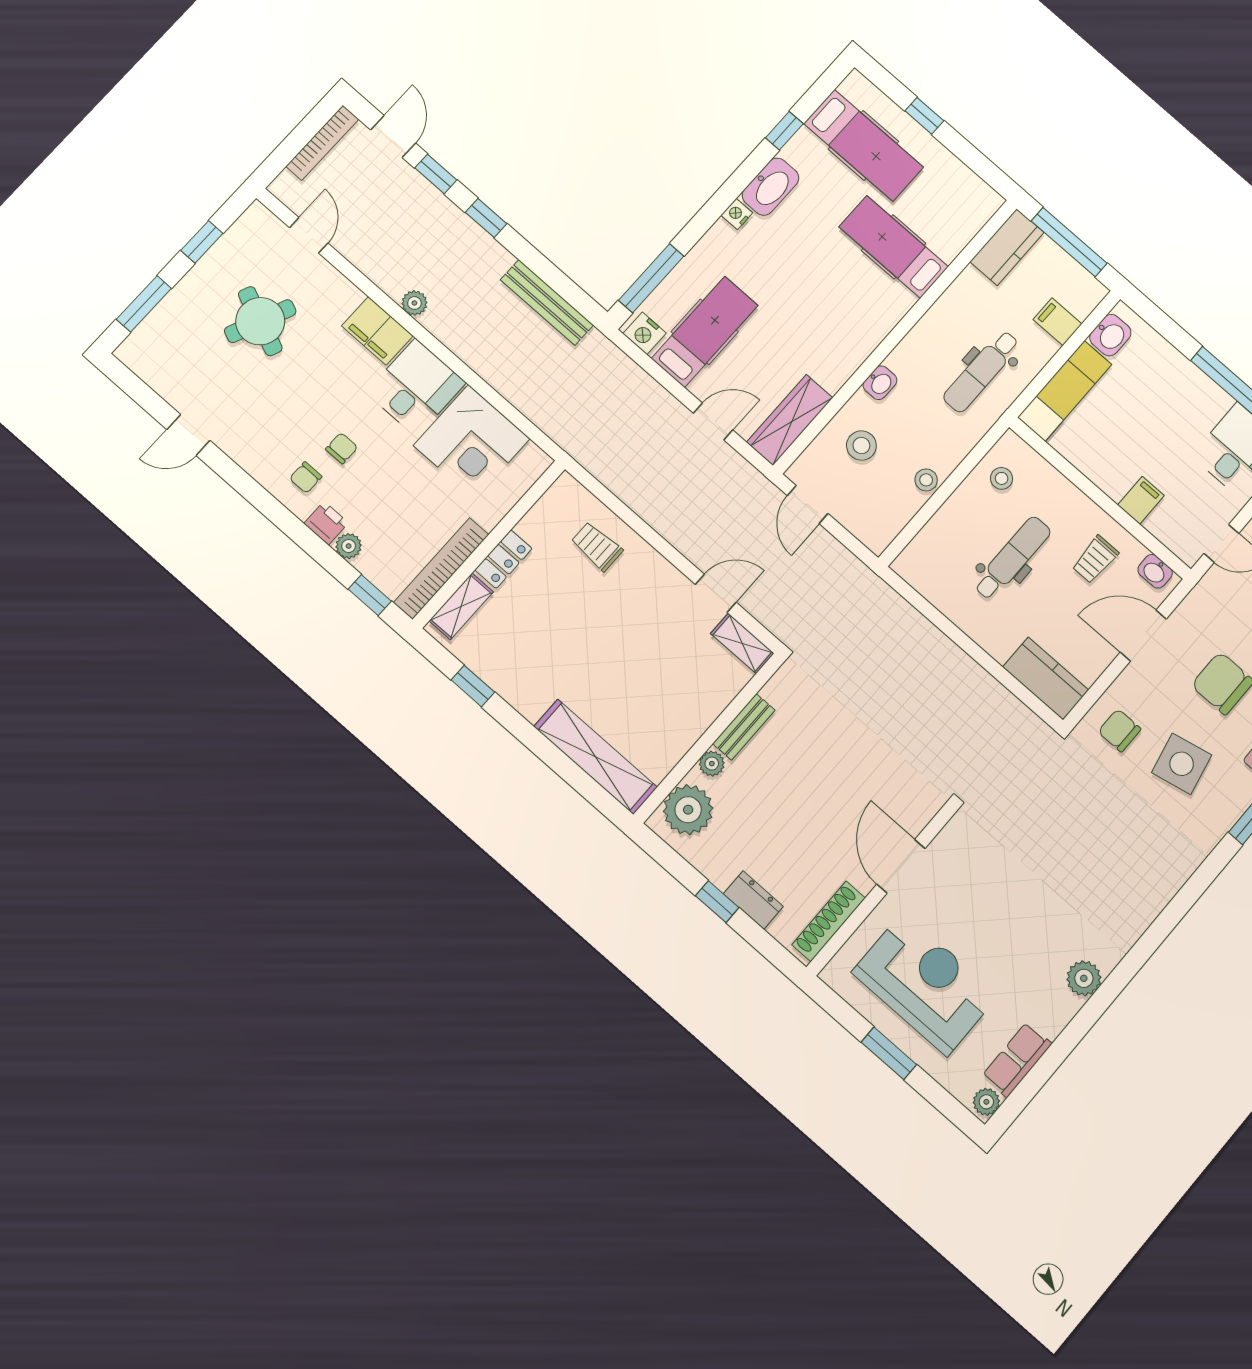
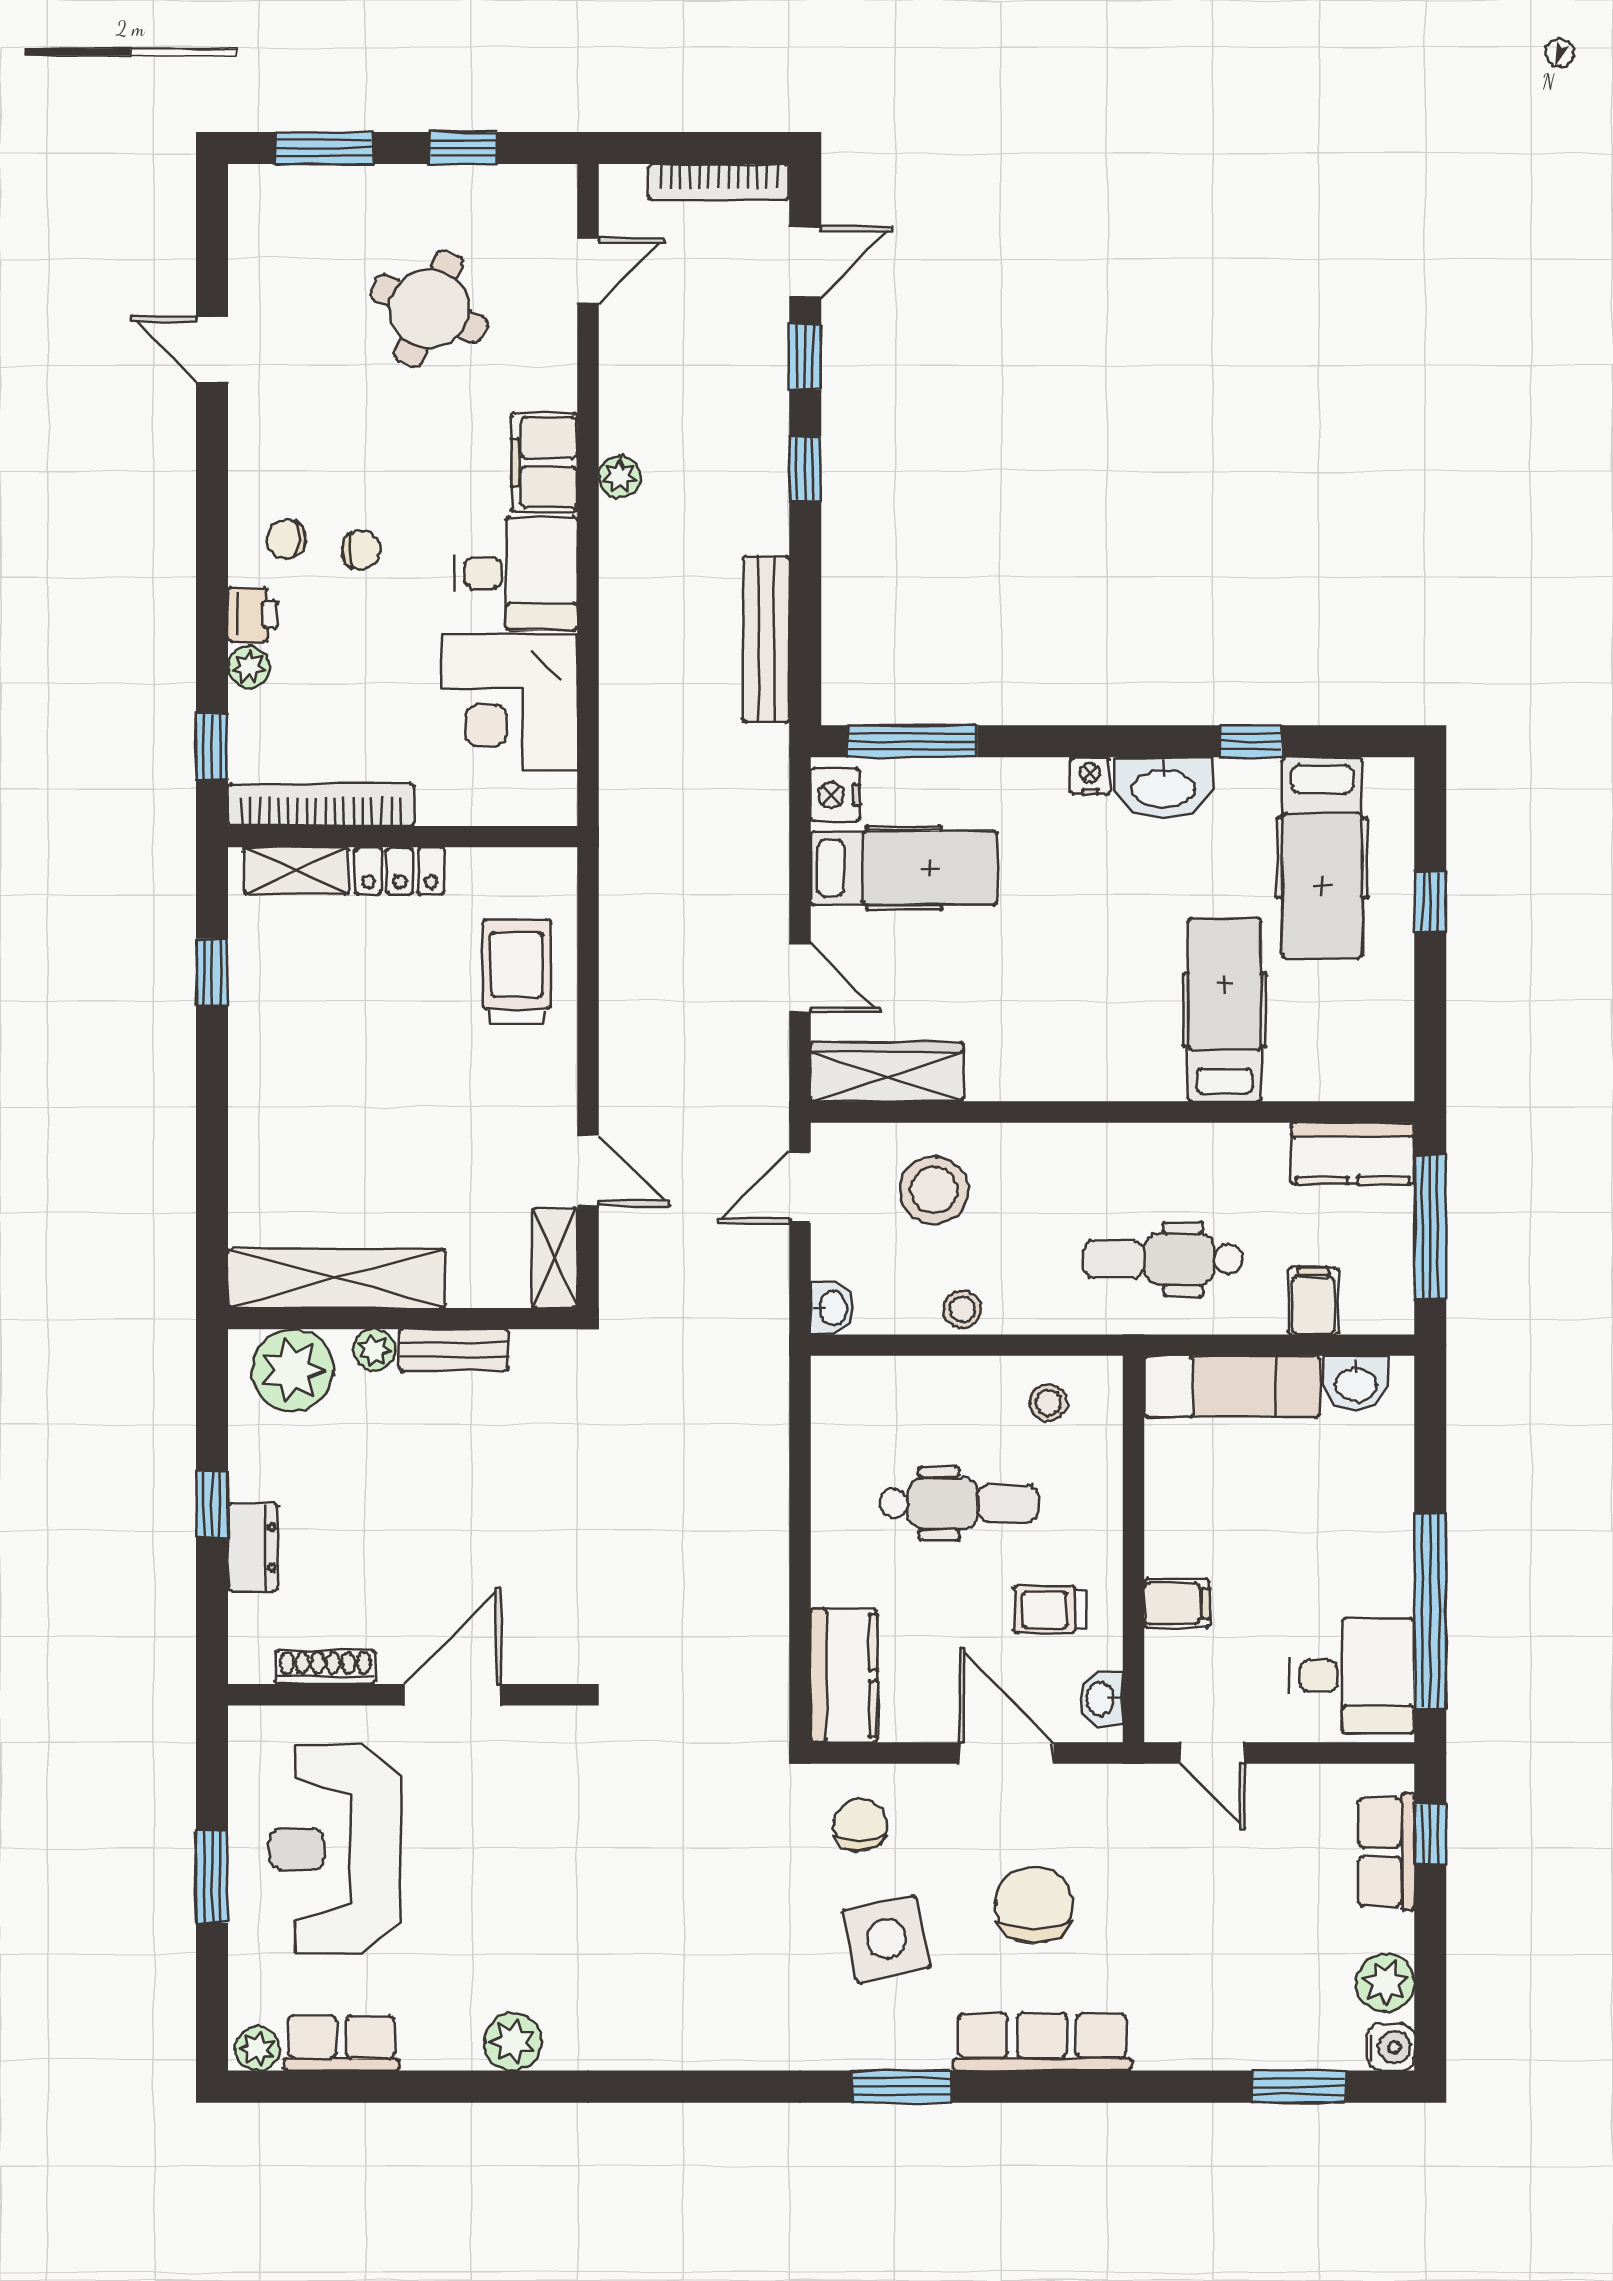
washbasin: (880, 383) -> (832, 1308), moved, turned -90
stool: (861, 446) -> (934, 1190), width x1.38, depth x1.38
trolley: (597, 546) -> (517, 972), width x1.36, depth x1.39
shelving: (596, 757) -> (337, 1278), moved, turned 90
shoe rack: (829, 921) -> (325, 1667), width x0.74, depth x0.81
reception desk: (925, 984) -> (335, 1849), turned 180

